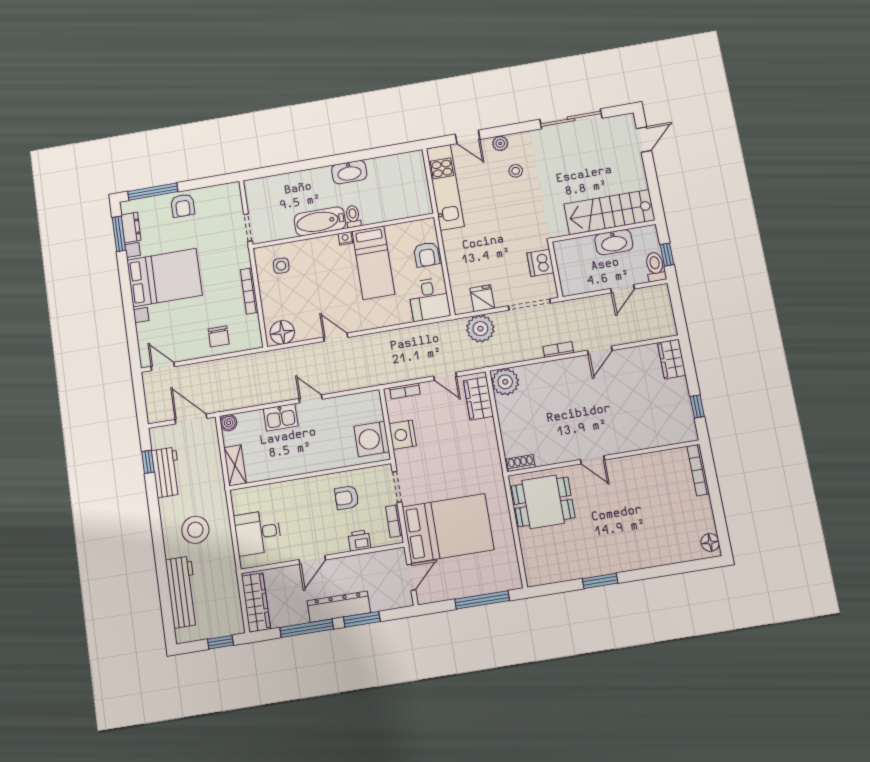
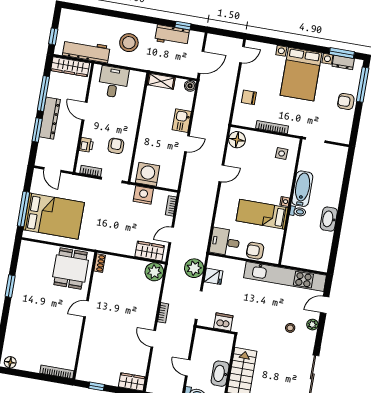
kitchen unit: (445, 187) -> (285, 276), width x1.36
bed: (448, 528) -> (54, 216), moved, turned -90
workbench: (182, 592) -> (86, 51), moved, turned 180

